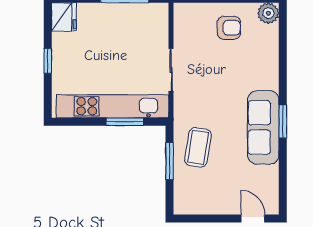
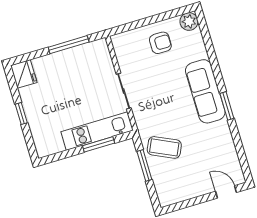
kitchen unit: (113, 106) -> (97, 131), width x0.73
sofa: (263, 127) -> (205, 91), moved
coffee table: (198, 147) -> (164, 147), turned -74

